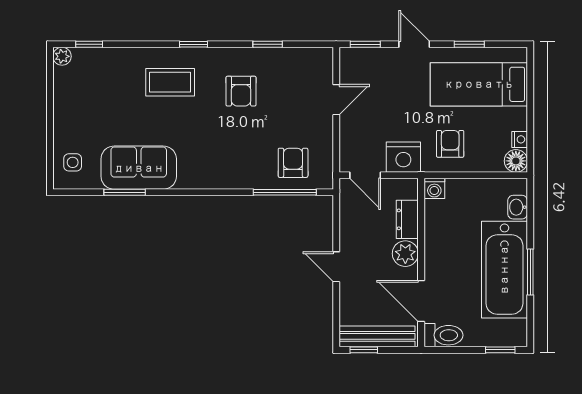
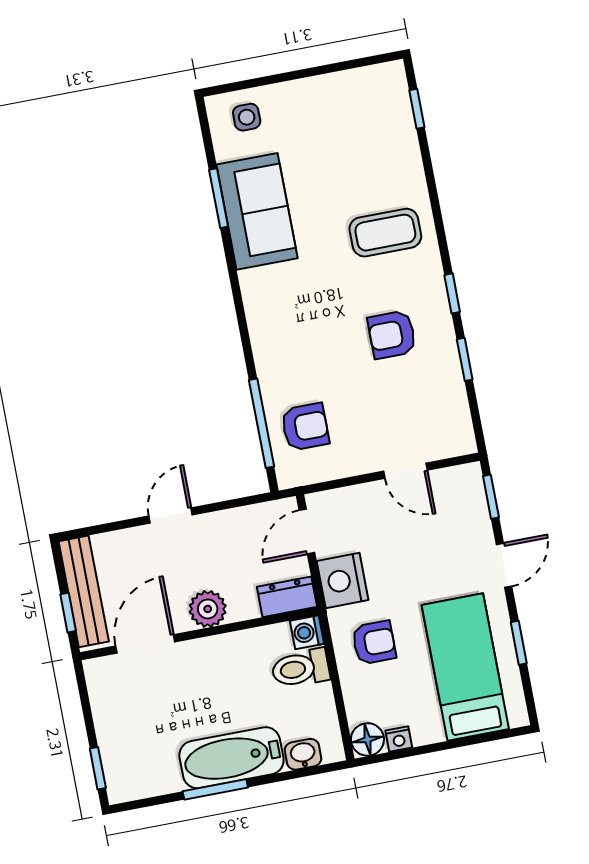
window: (193, 44) -> (452, 293), moved
plant: (62, 56) -> (393, 74), removed
coffee table: (170, 82) -> (385, 233), turned 90
dresser: (407, 219) -> (287, 597), moved
bathtub: (504, 270) -> (231, 758), width x0.73, depth x0.73
toilet: (443, 335) -> (301, 668), moved, turned 90
window: (364, 350) -> (68, 613), moved

